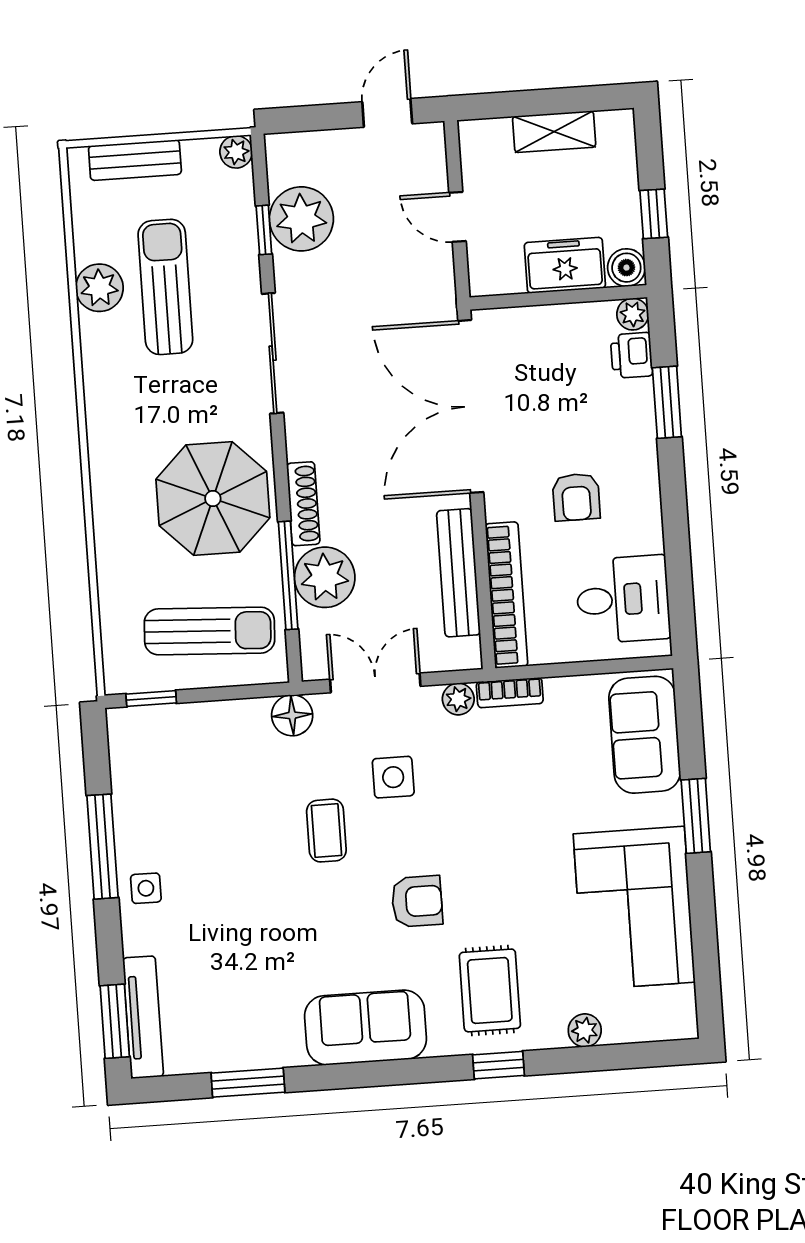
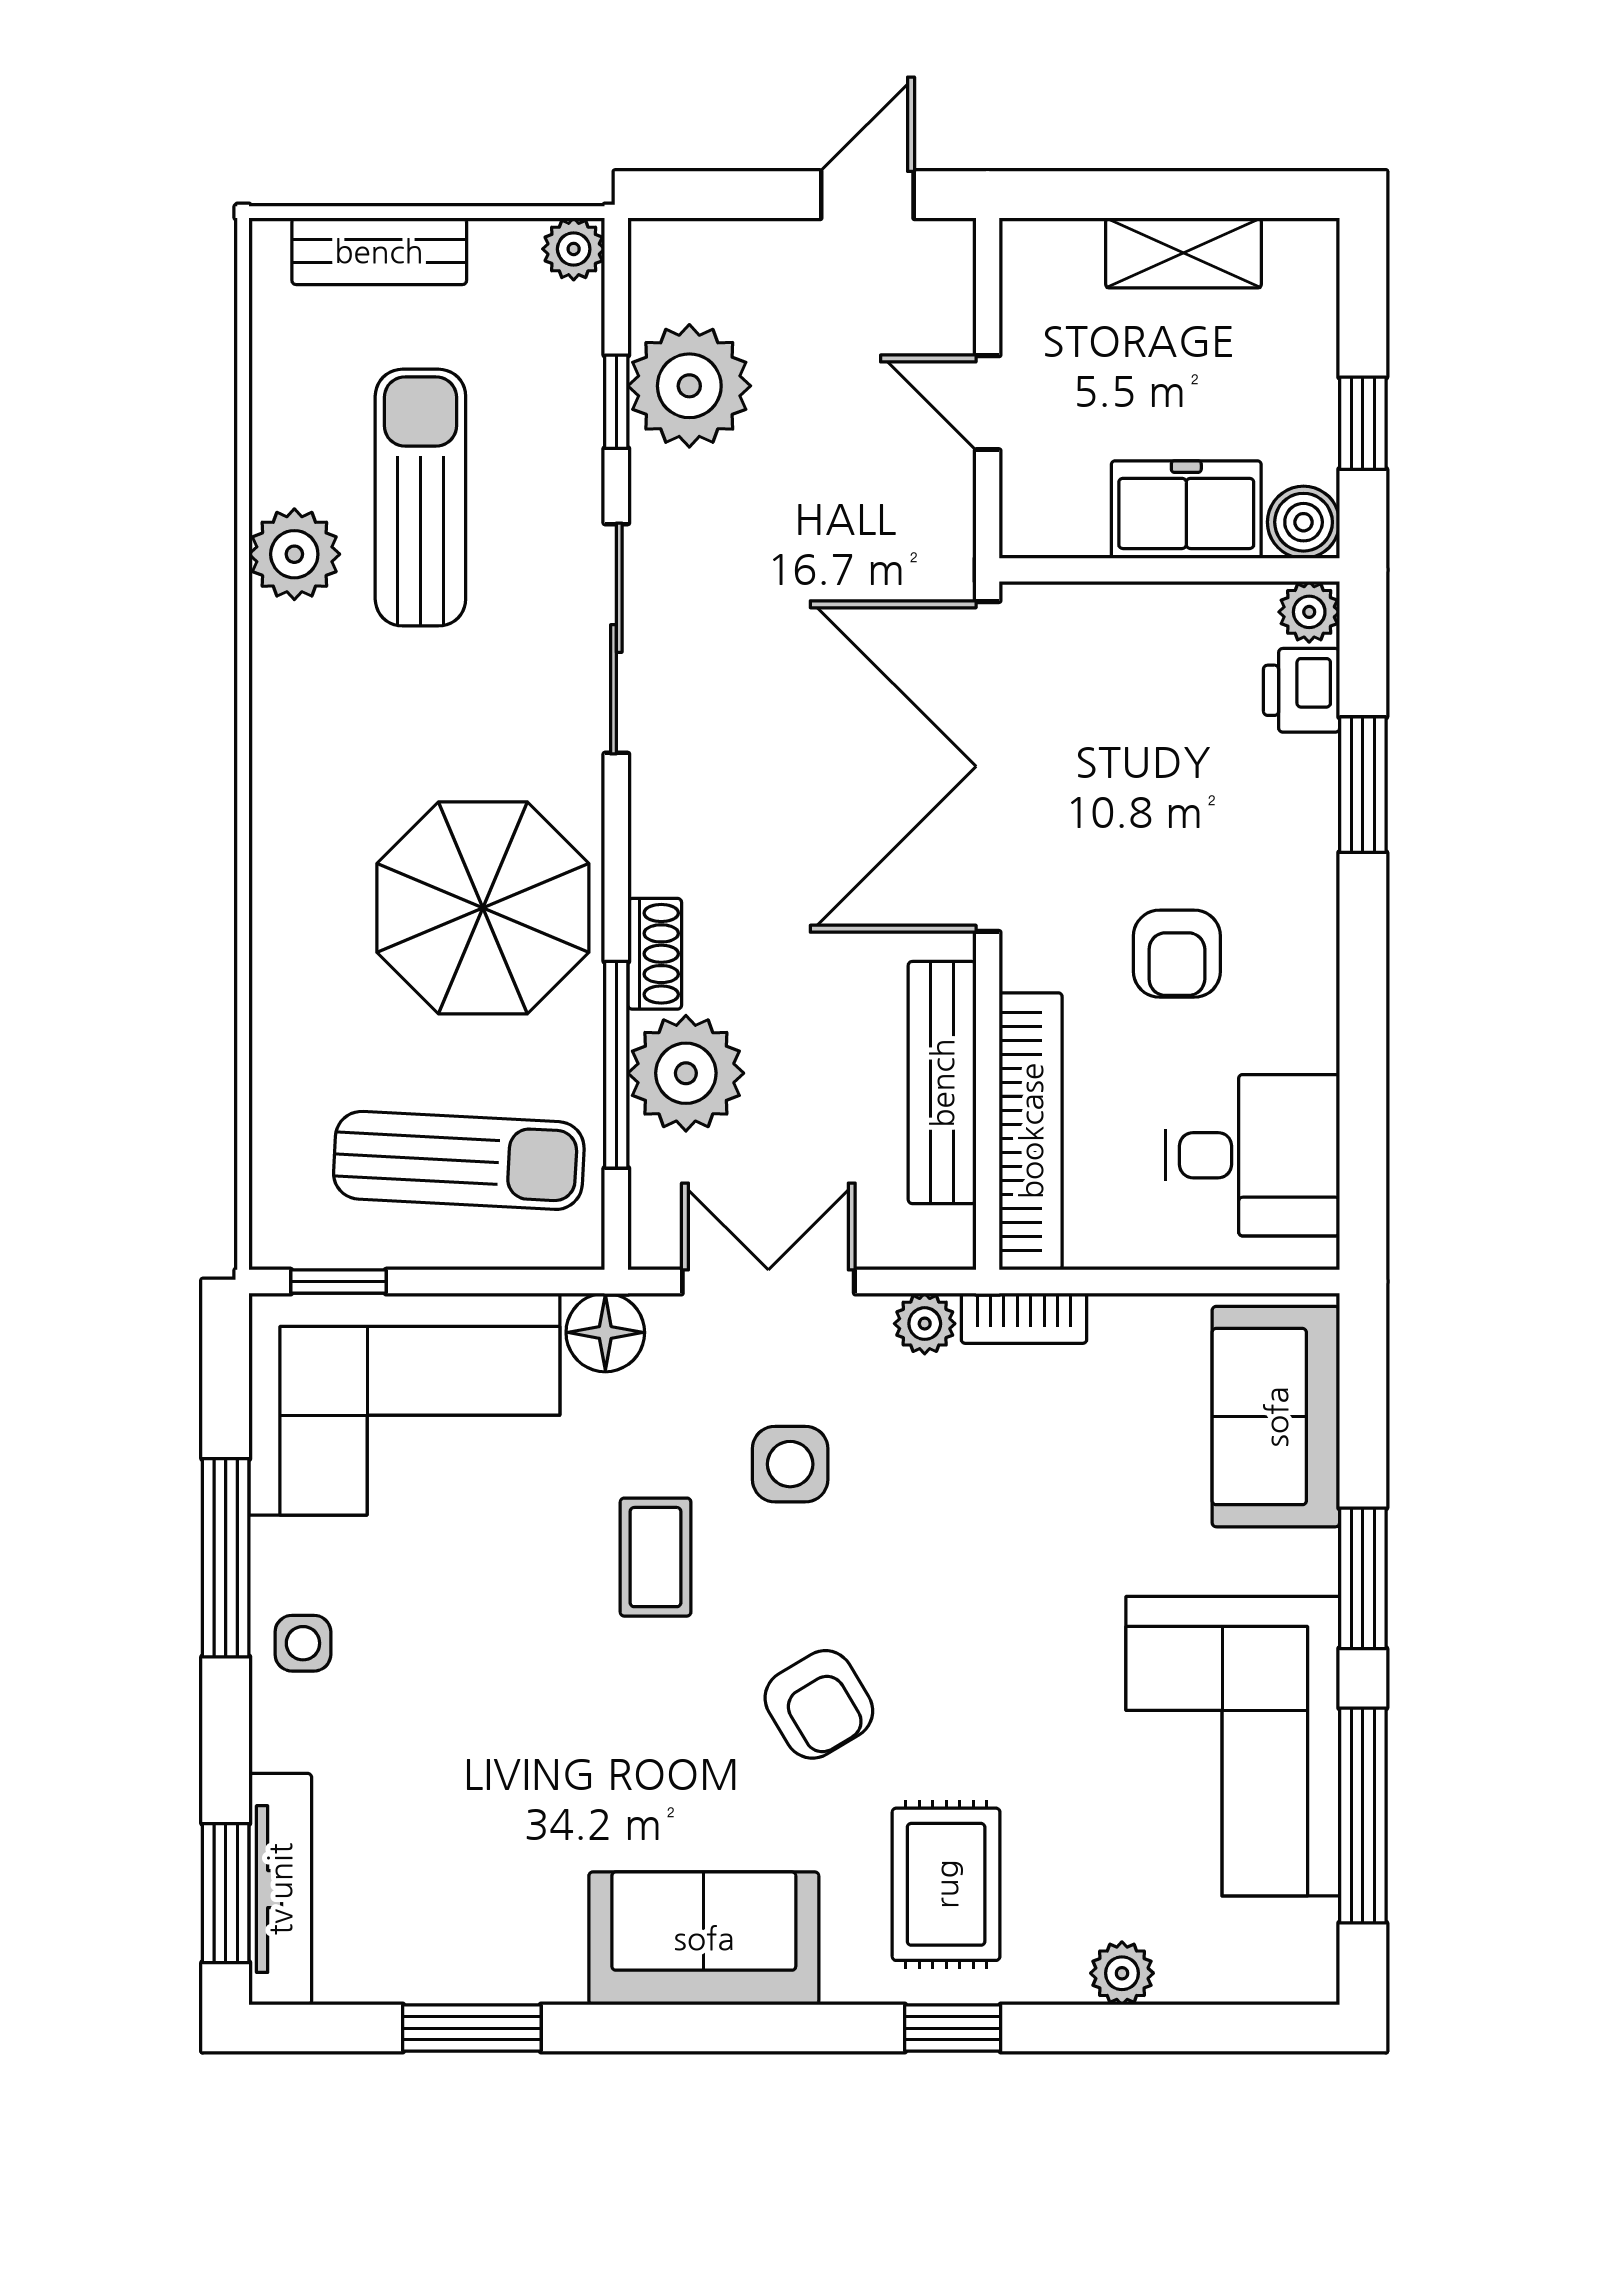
plant: (99, 288) -> (294, 554), moved
shoe rack: (303, 504) -> (655, 954), width x0.70
corner sofa: (190, 760) -> (404, 1404), added
armchair: (417, 901) -> (819, 1704), turned 59
window: (704, 939) -> (1363, 1815), added

